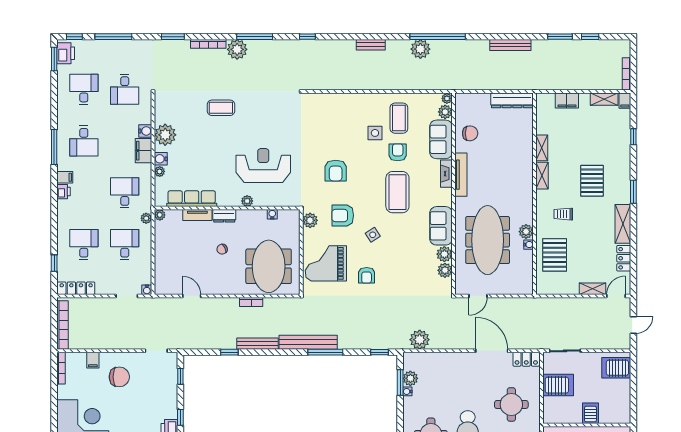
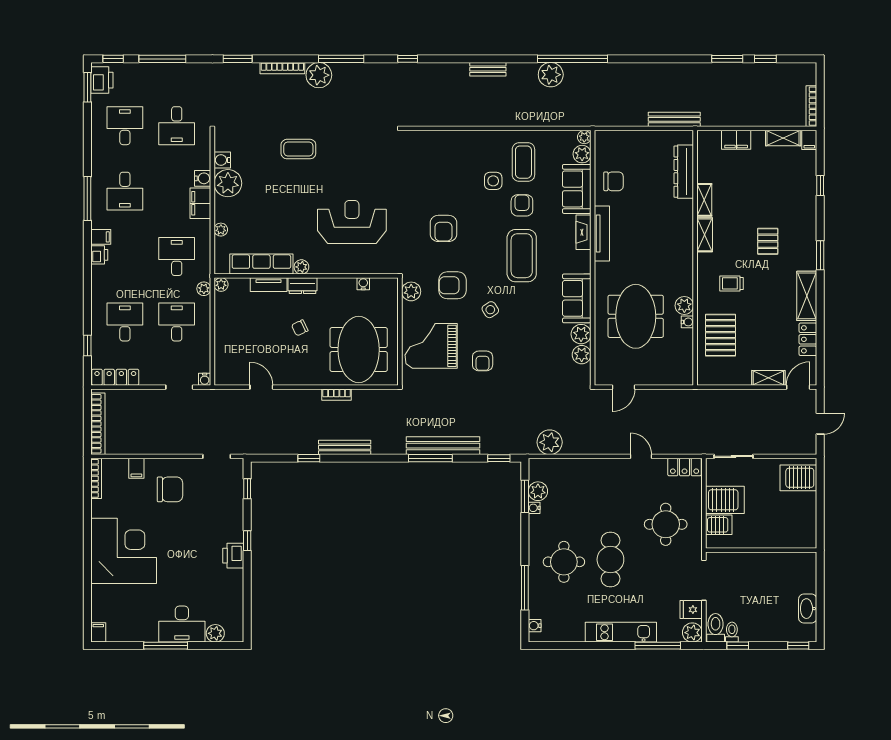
bench: (510, 45) -> (674, 119), moved
dresser: (512, 100) -> (684, 172), moved, turned 90
water cooler: (161, 159) -> (222, 160), moved
pallet: (592, 181) -> (768, 241), width x0.67, depth x0.71
plant: (247, 201) -> (301, 267), moved
meeting table: (488, 240) -> (636, 316), width x0.73
bench: (308, 342) -> (443, 446), moved
door: (492, 351) -> (641, 456), width x0.53
server rack: (590, 413) -> (719, 525), moved, turned 90

